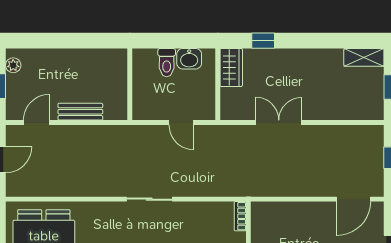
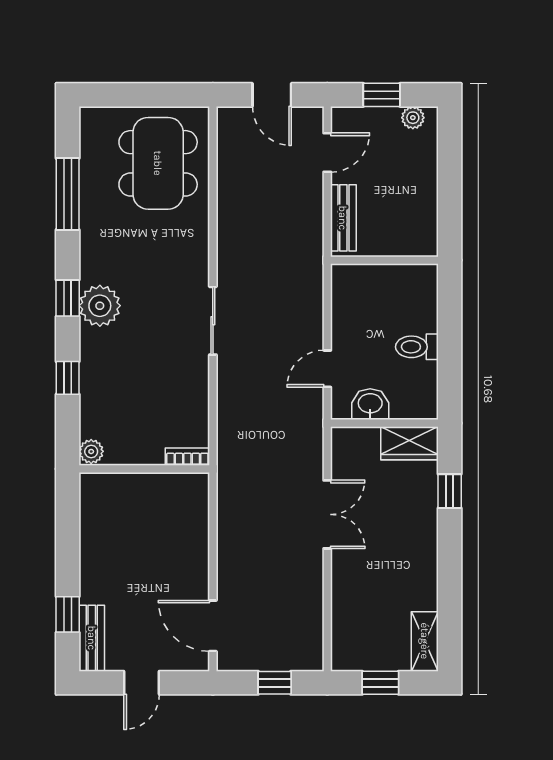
washbasin: (189, 59) -> (370, 404), moved, turned 90
wall: (130, 84) -> (384, 260), moved
door: (37, 123) -> (327, 152), hinge flipped

